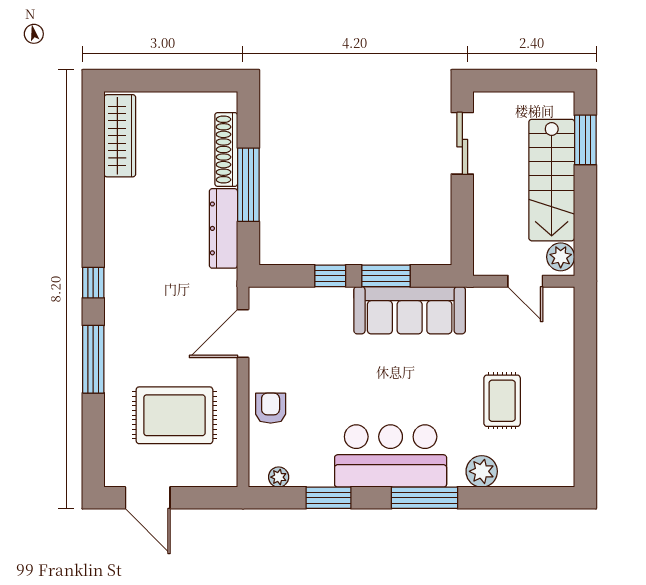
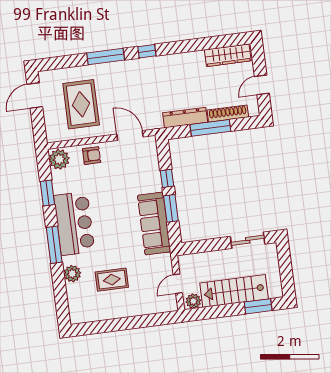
door: (182, 81) -> (262, 85), added
plant: (279, 477) -> (59, 159), width x1.87, depth x1.87

